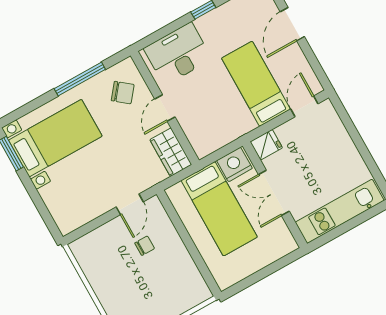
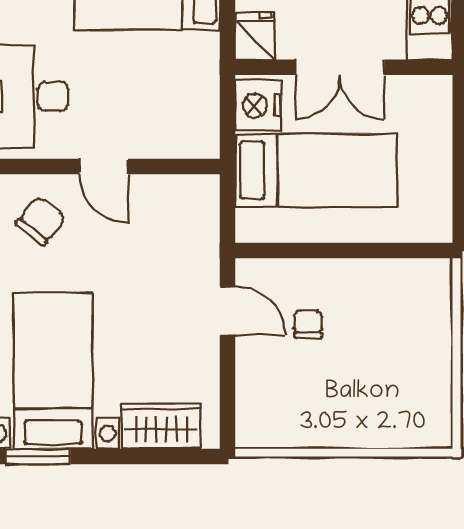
wardrobe: (171, 152) -> (161, 426), moved, turned 180

